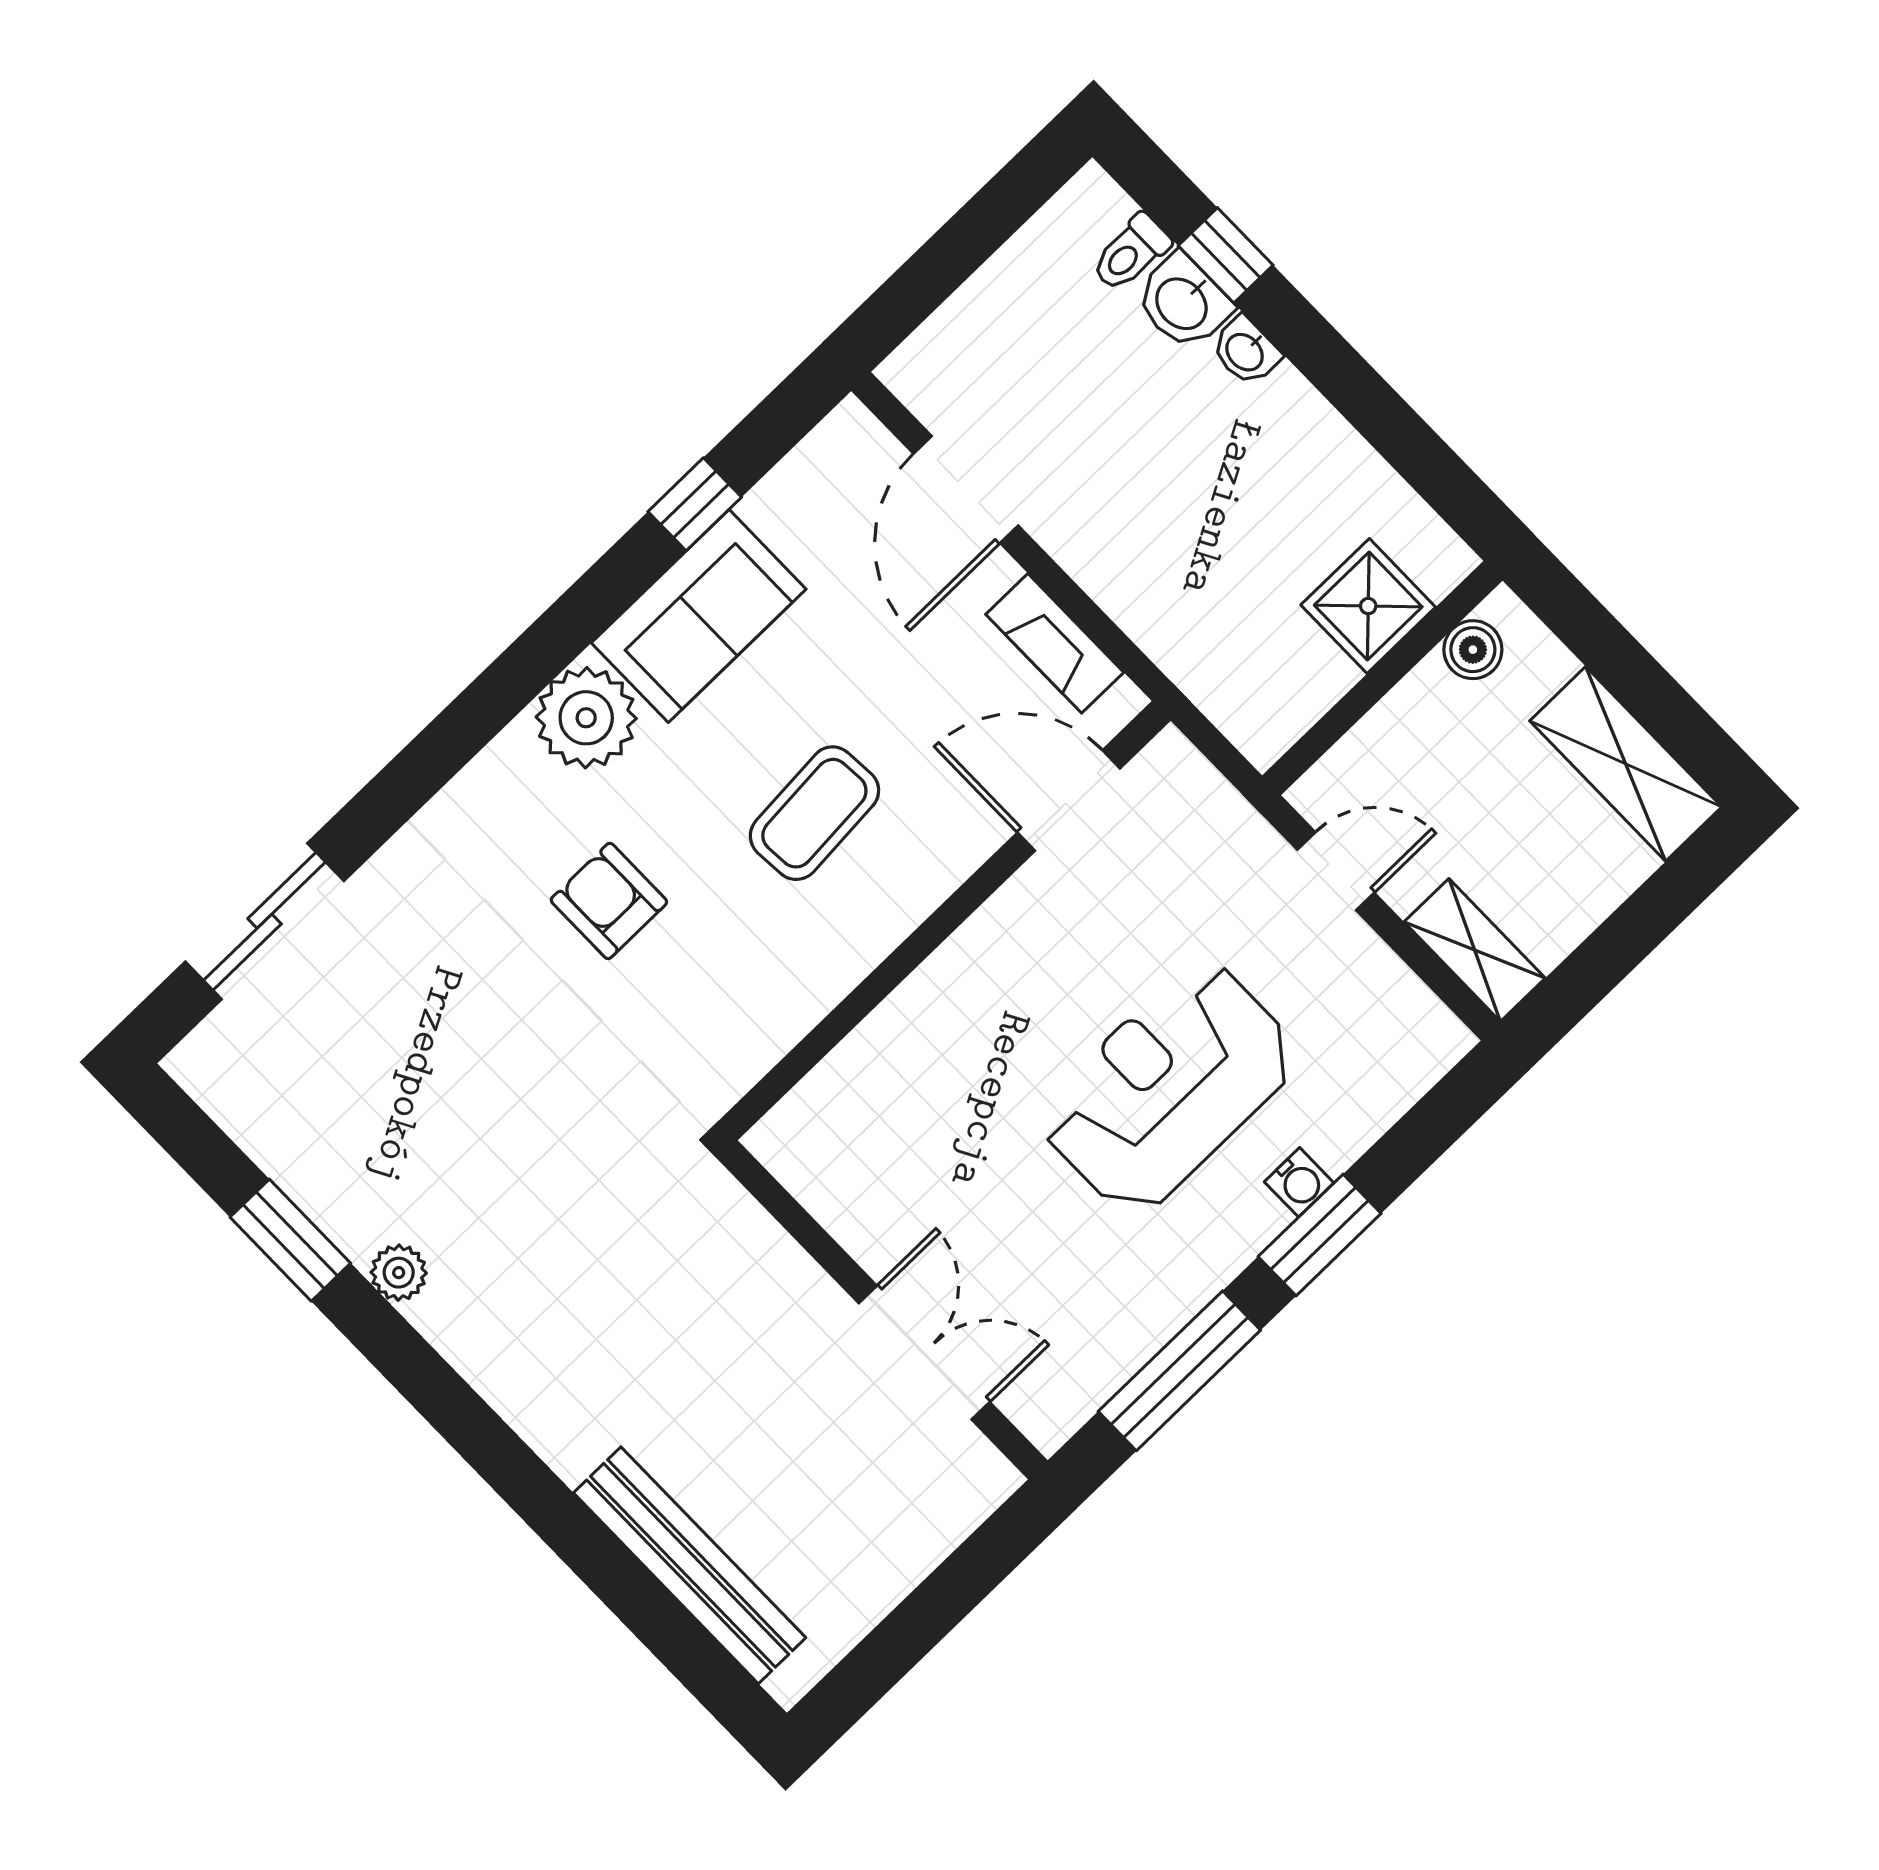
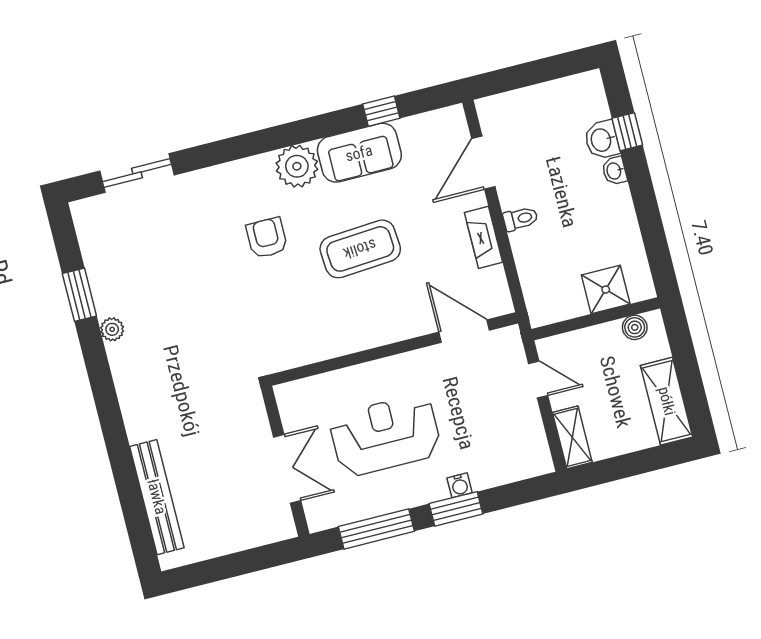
toilet: (1131, 253) -> (520, 219), moved, turned 180
door: (1069, 800) -> (464, 331), moved
coffee table: (814, 813) -> (360, 249), width x1.36, depth x1.32
wall: (945, 921) -> (394, 349), moved
reception desk: (1168, 1087) -> (385, 435), moved

